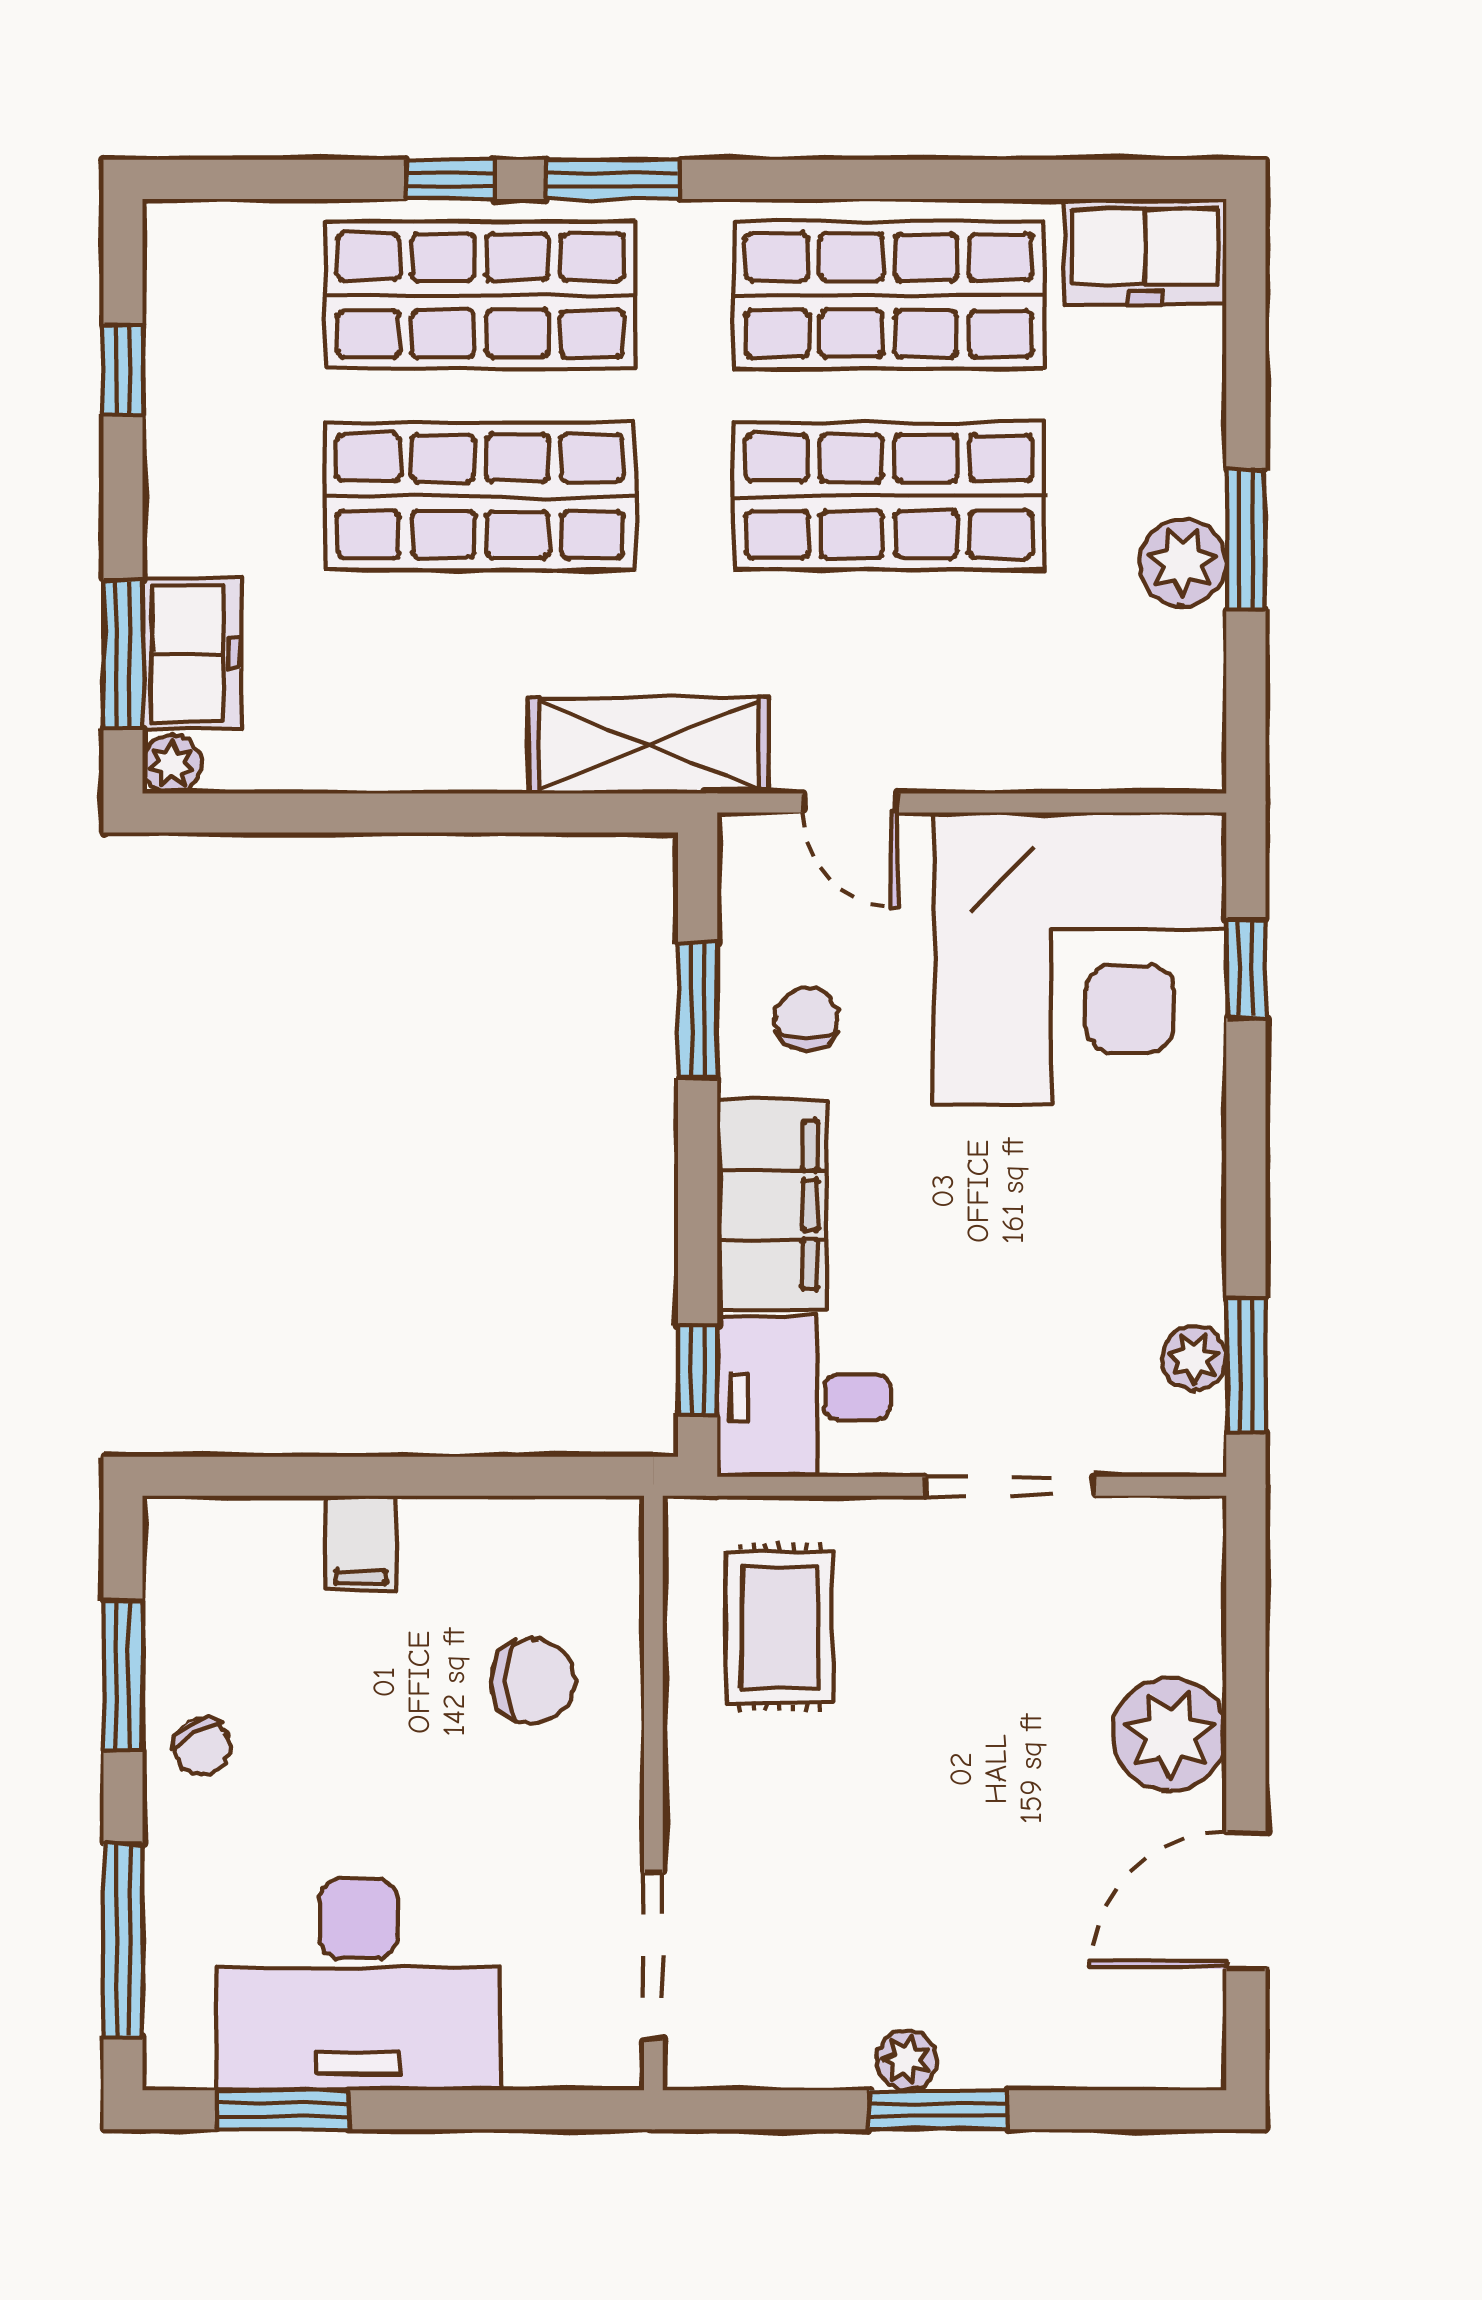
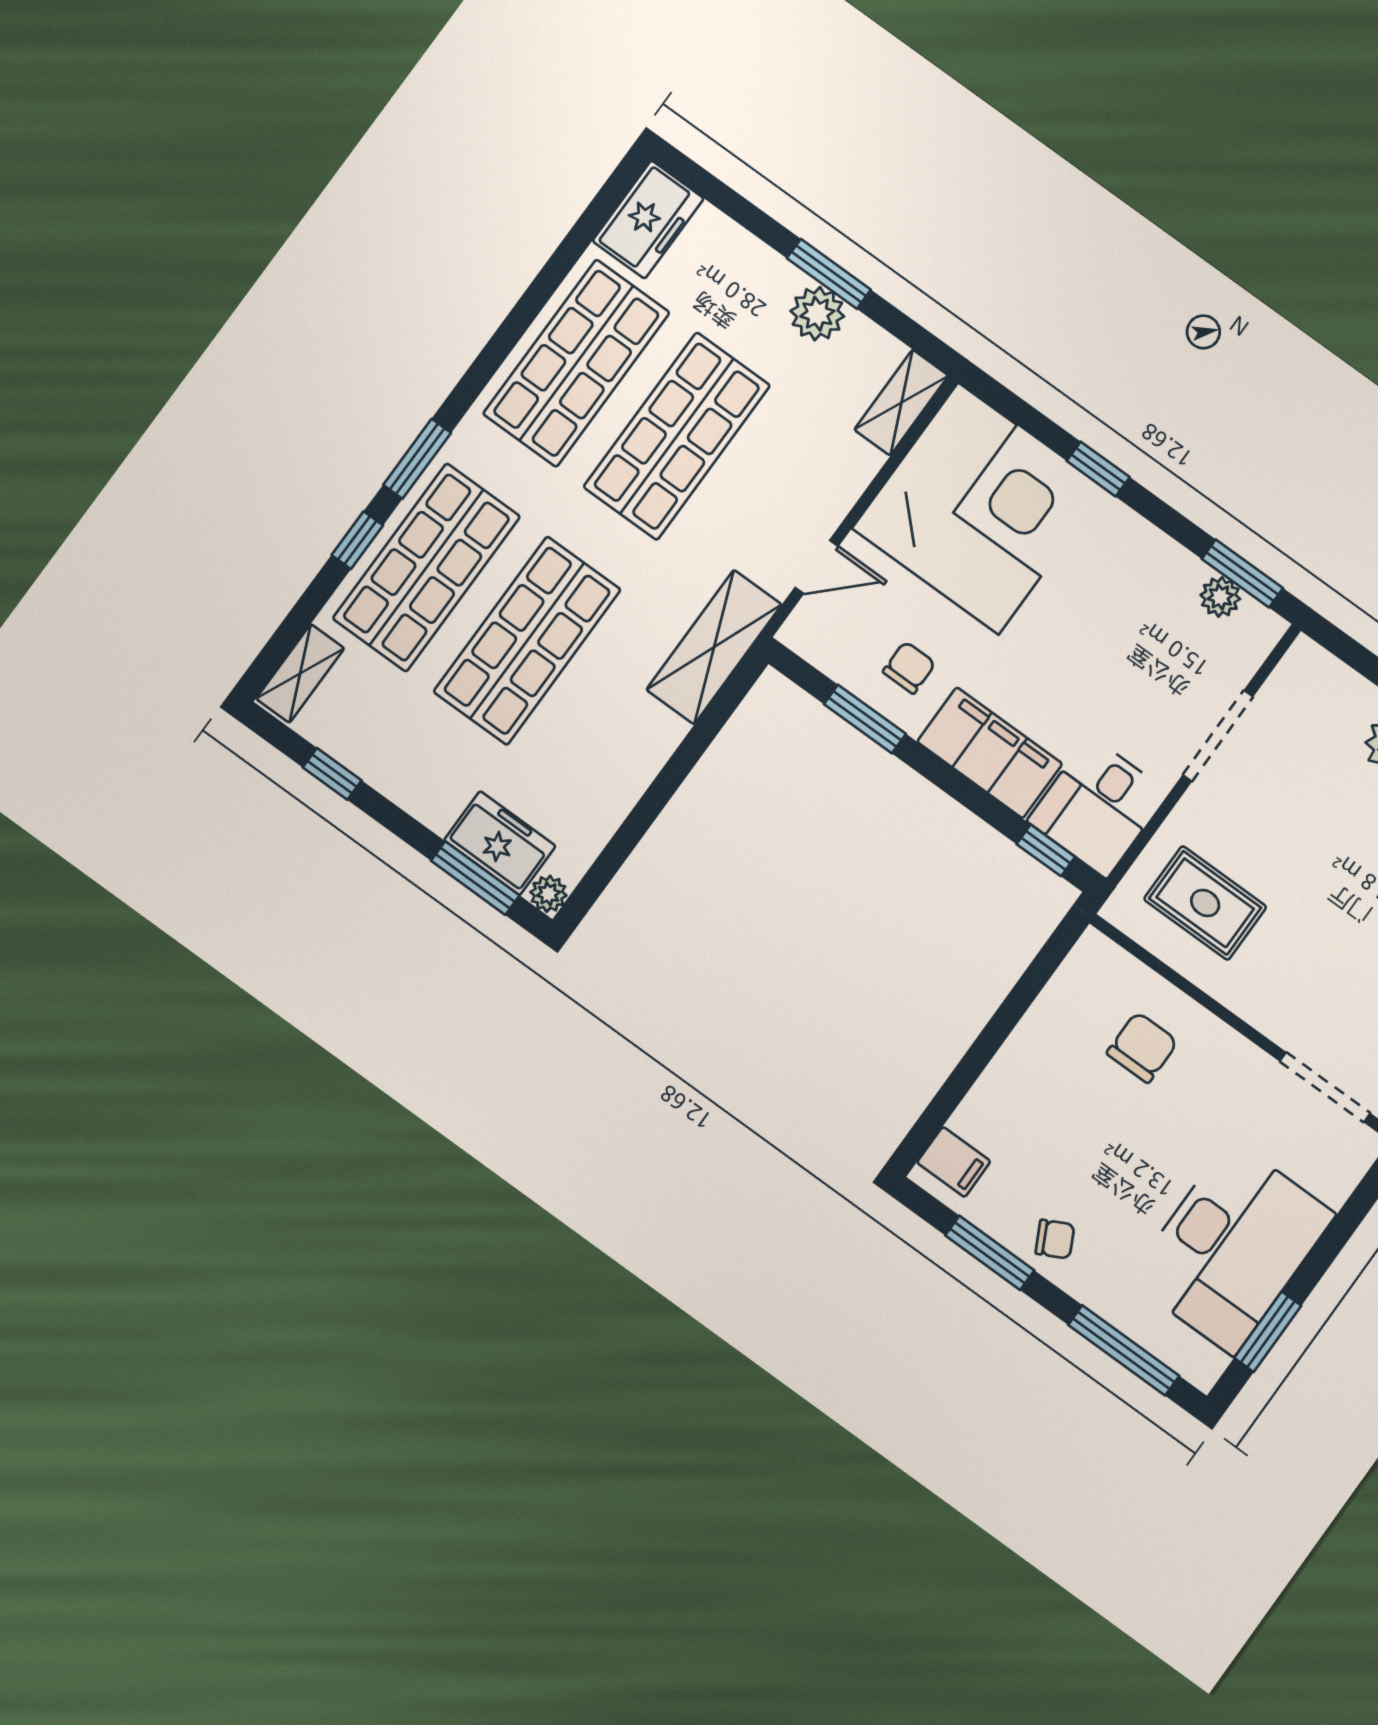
shelving: (223, 232) -> (300, 673), added
shelving: (1146, 757) -> (901, 403), added
window: (1246, 968) -> (1098, 469), moved
chair: (807, 1019) -> (909, 668), turned 90
filing cabinet: (361, 1543) -> (954, 1162), moved

